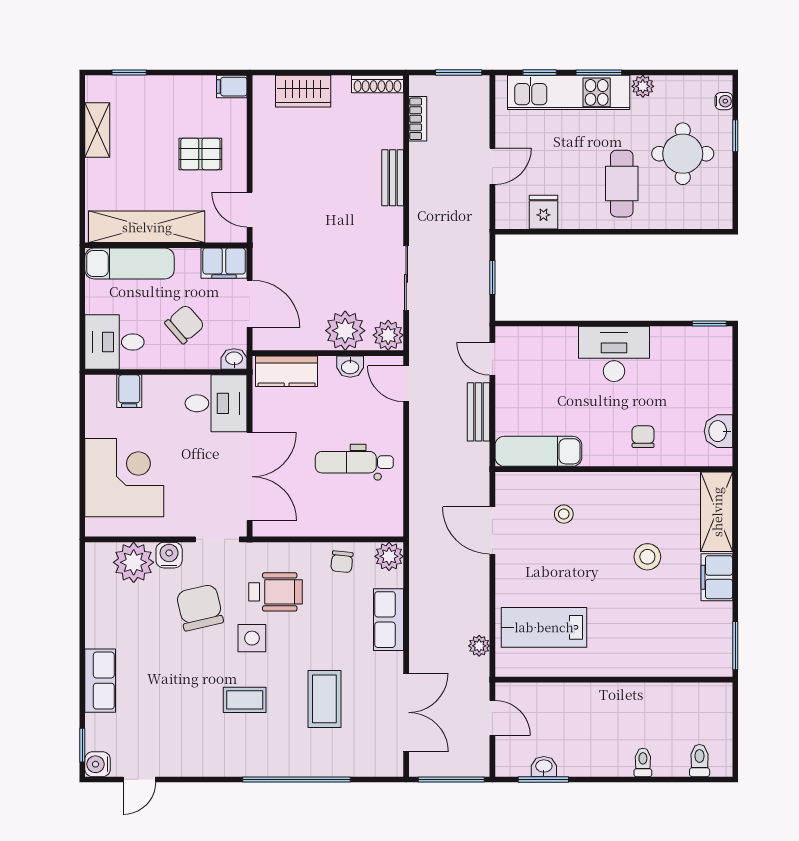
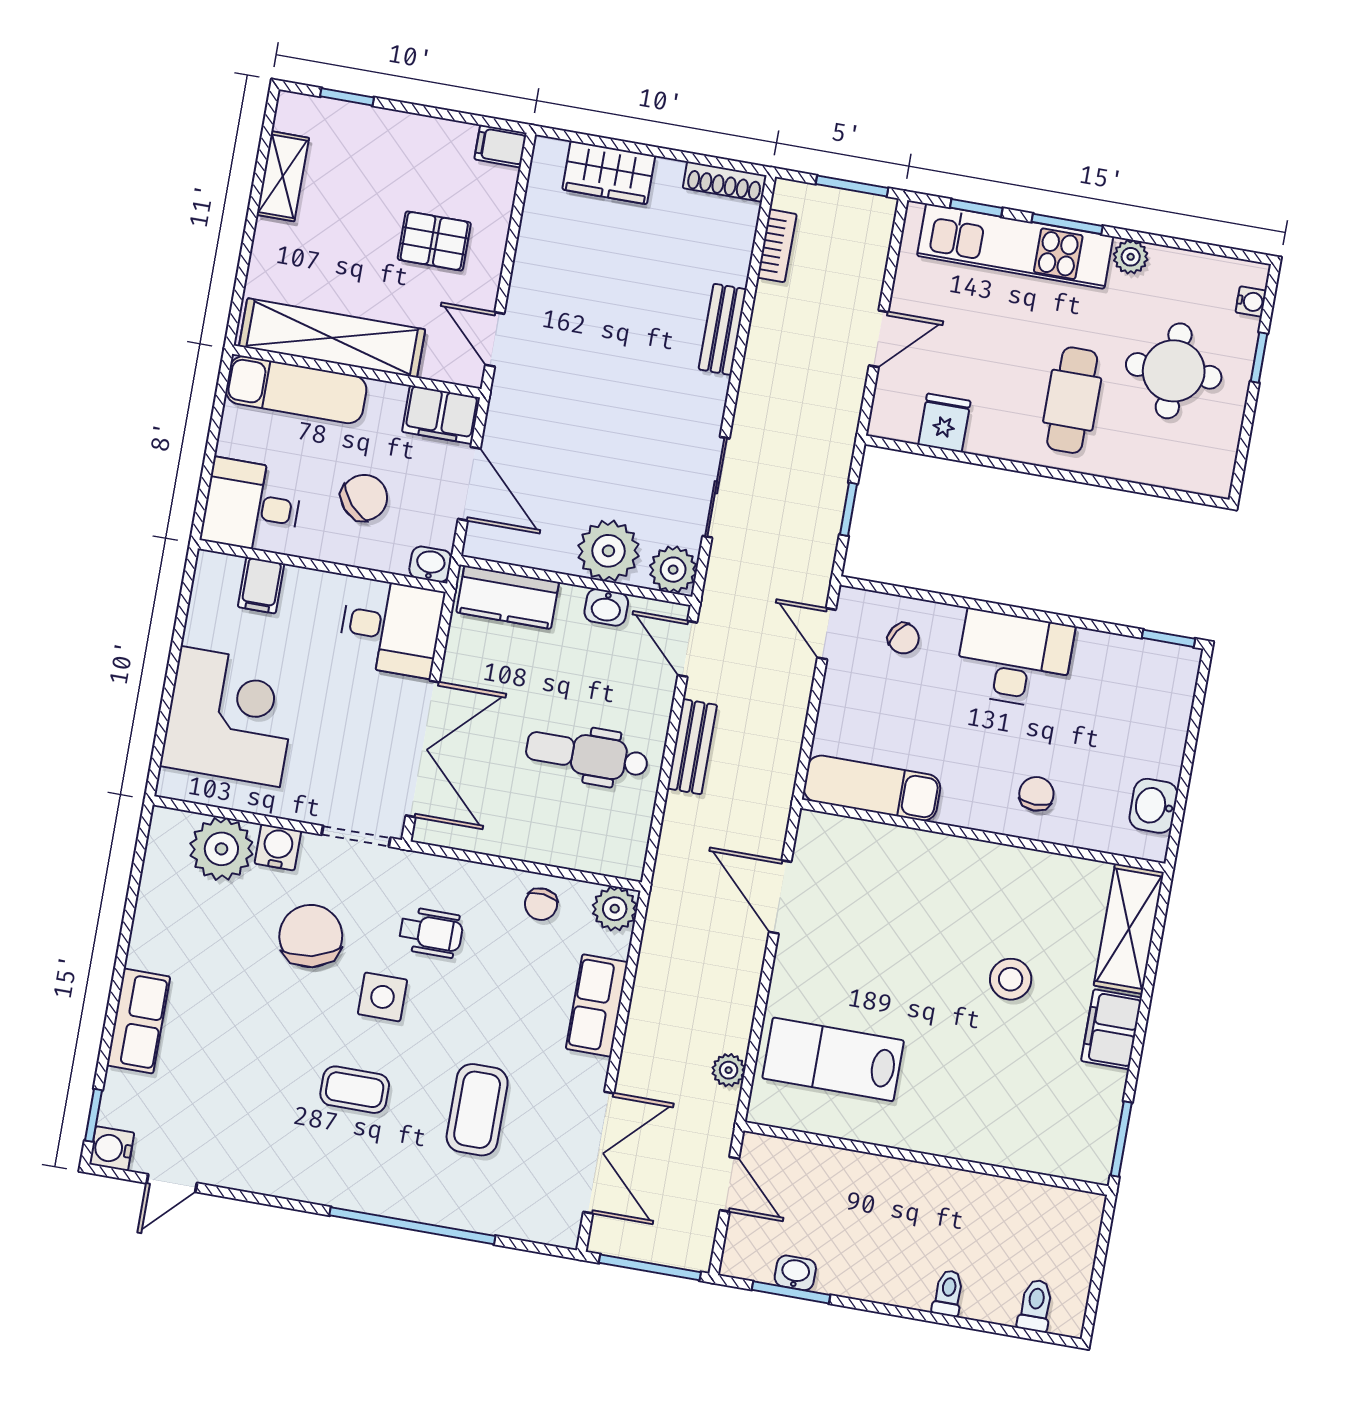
chair: (542, 353) -> (903, 638), added
bench: (479, 412) -> (692, 747), moved
stool: (564, 514) -> (894, 891), removed
wheelchair: (275, 592) -> (431, 933), width x0.73, depth x0.73

